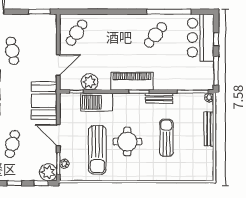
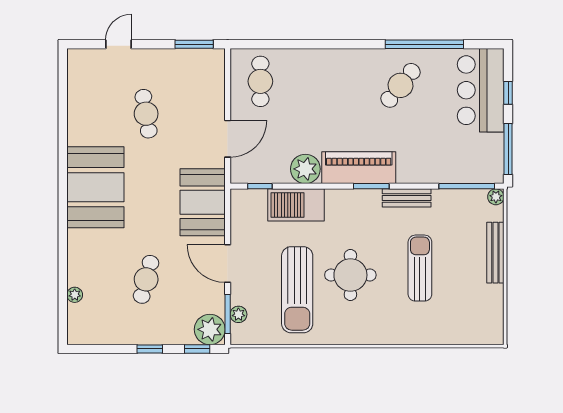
cafe table: (77, 33) -> (260, 81), turned -34
plant: (90, 82) -> (305, 169), moved

